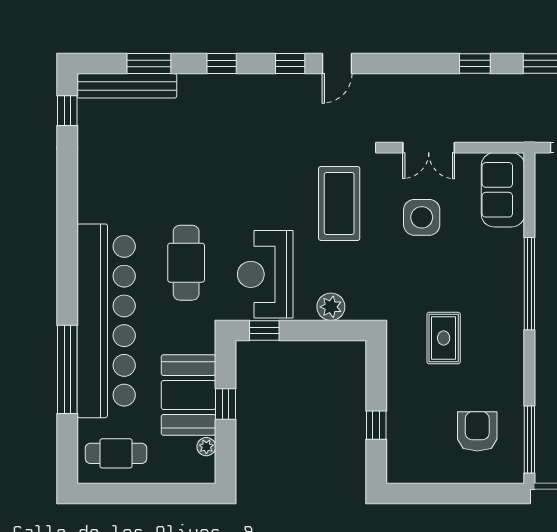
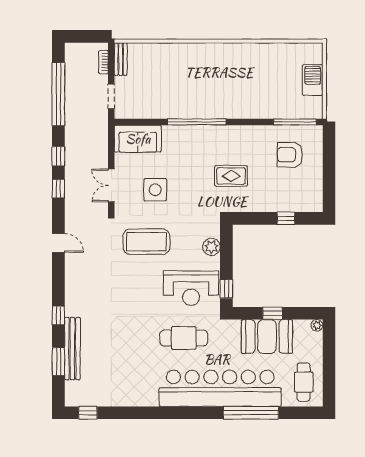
window: (290, 64) -> (58, 189), moved
bench: (127, 86) -> (72, 349), moved
double door: (429, 148) -> (111, 185), swing flipped
plant: (206, 447) -> (317, 325), moved

